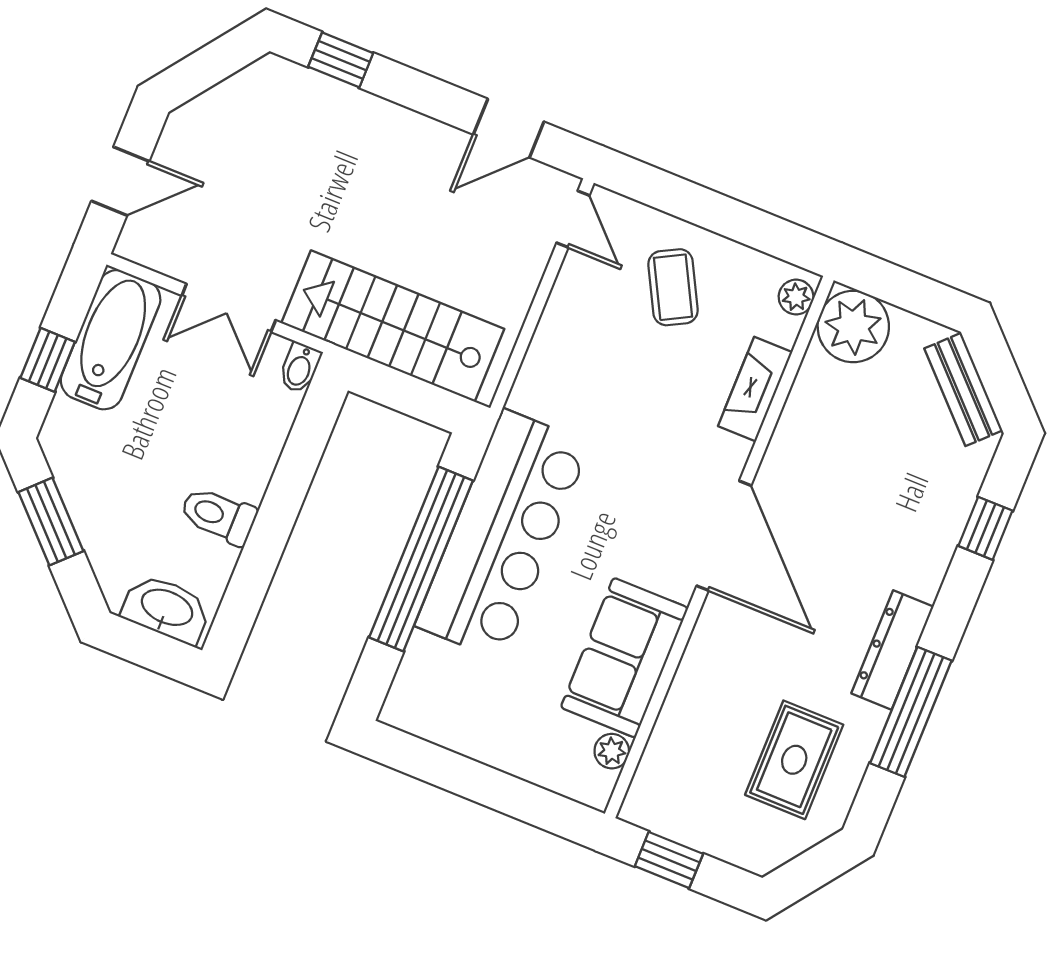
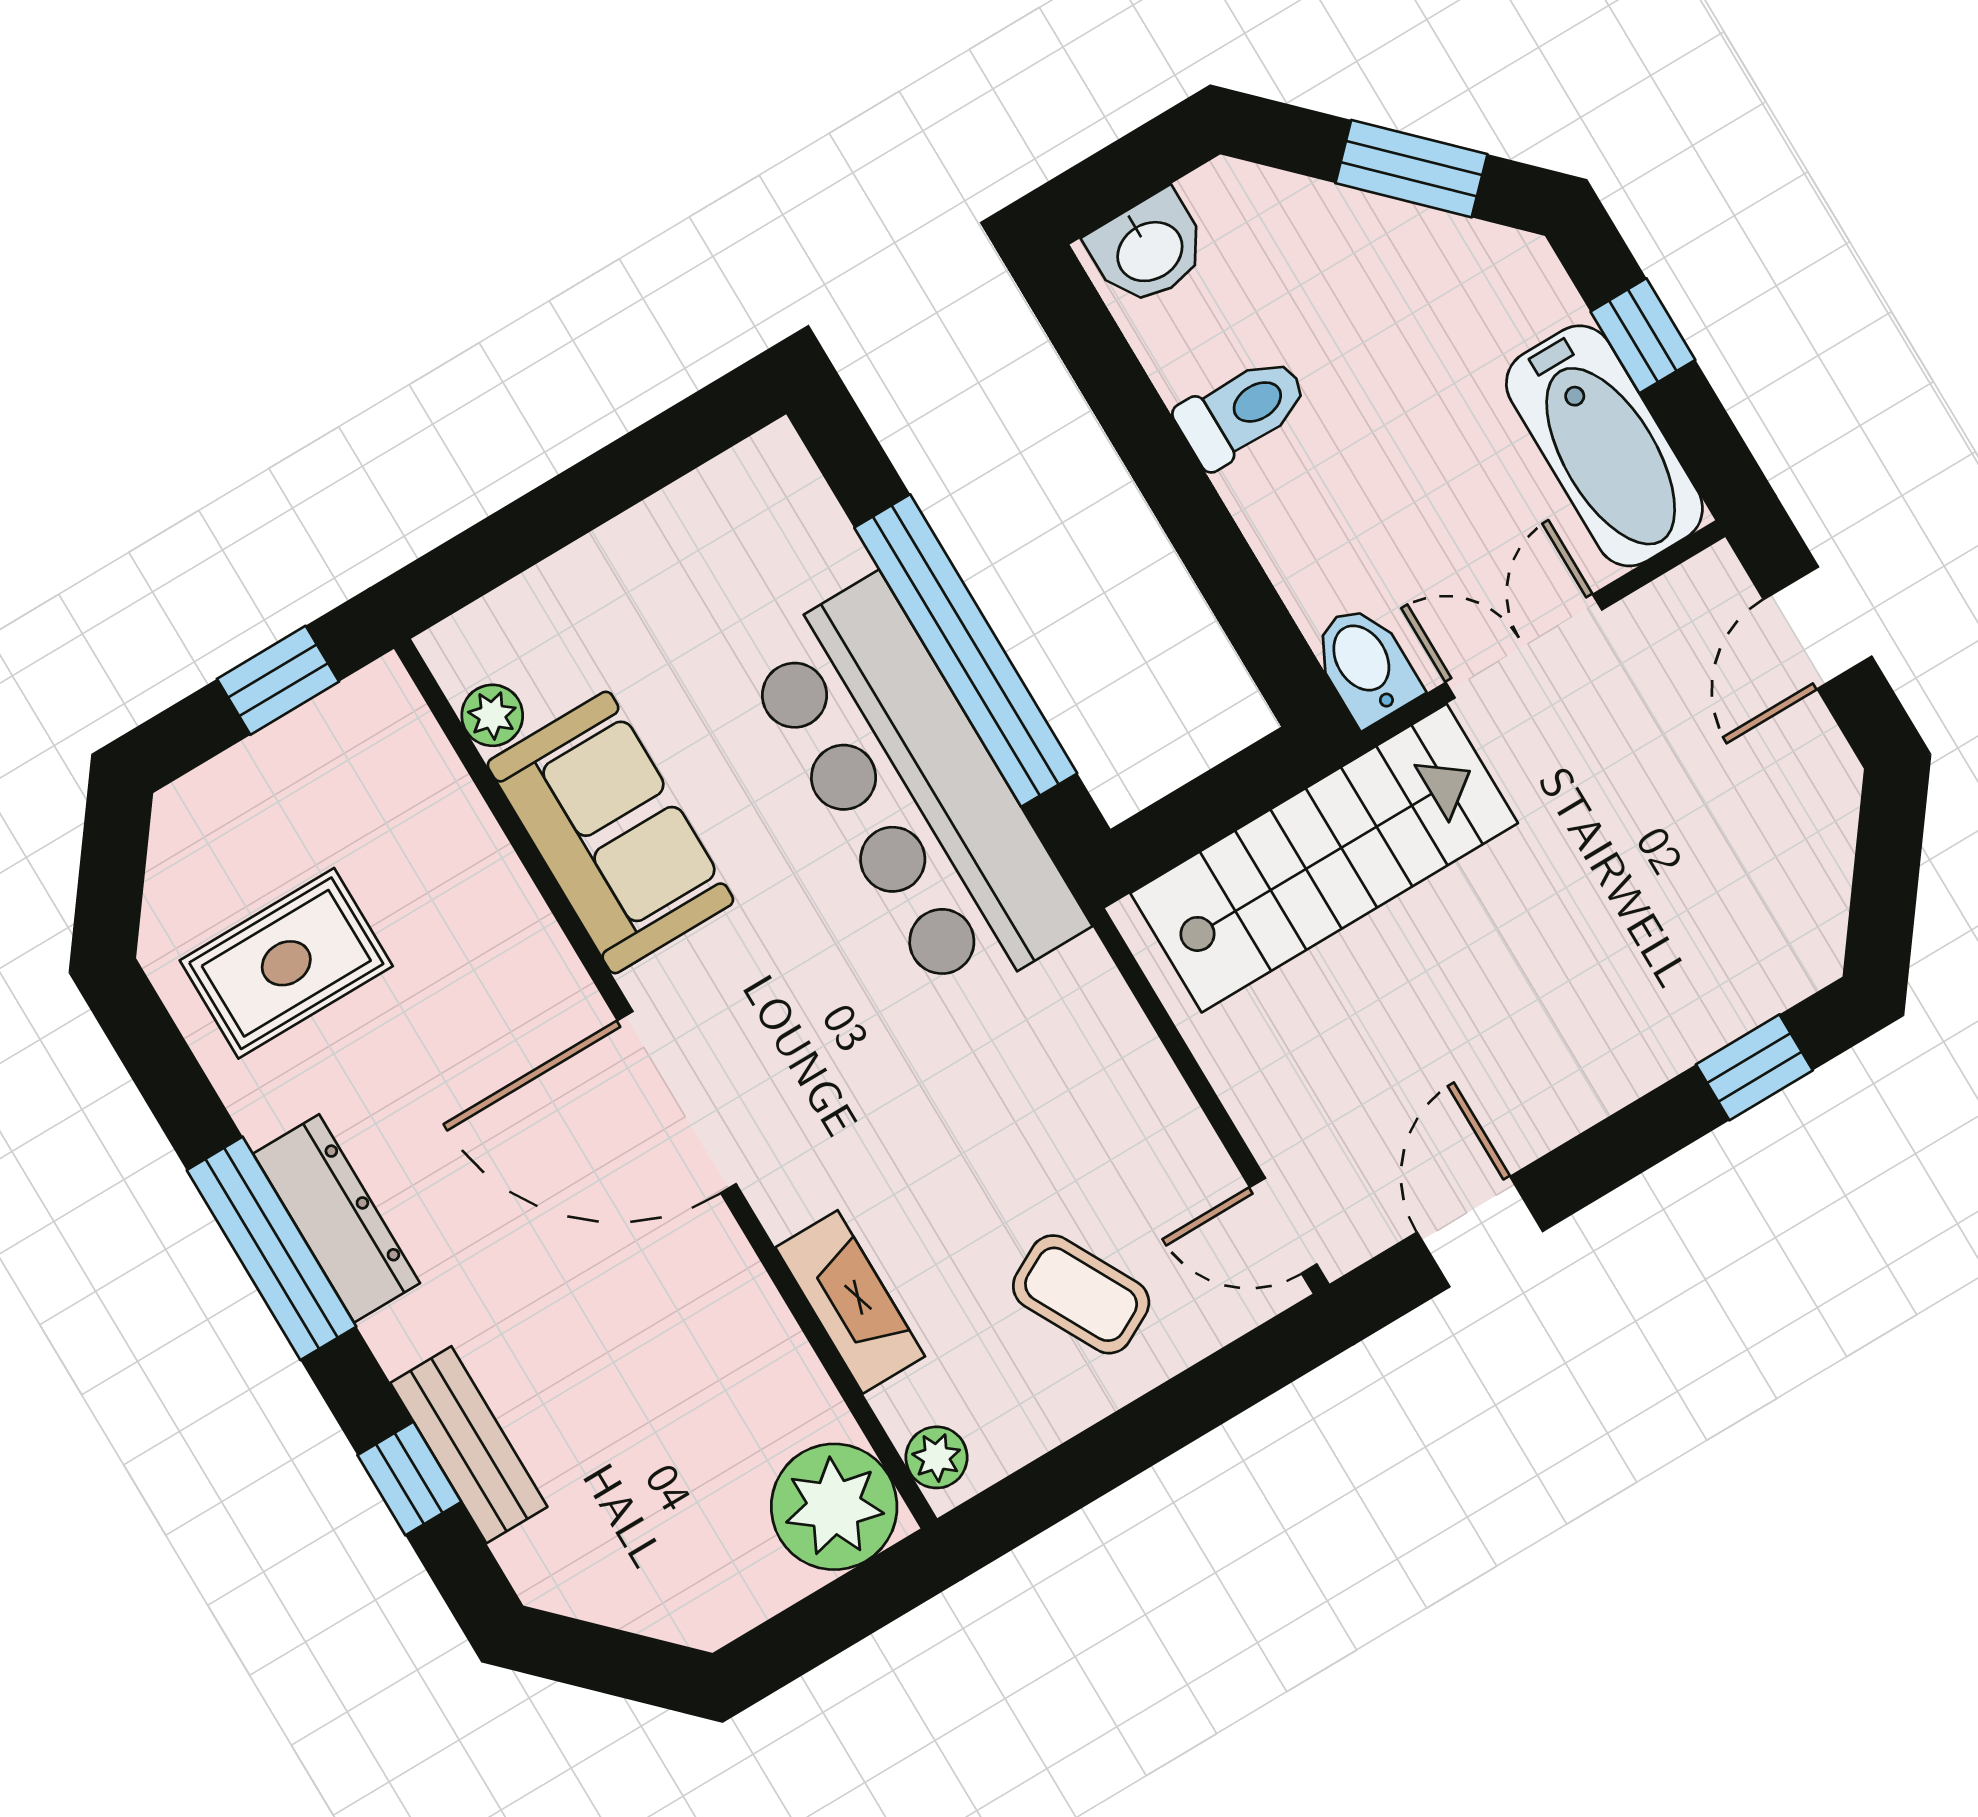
bidet: (300, 368) -> (1365, 665), width x1.38, depth x1.36
bench: (963, 389) -> (469, 1445), moved, turned 45
washbasin: (166, 609) -> (1149, 249), width x0.72
window: (911, 712) -> (272, 1248), moved
rug: (794, 760) -> (286, 963), turned 90

